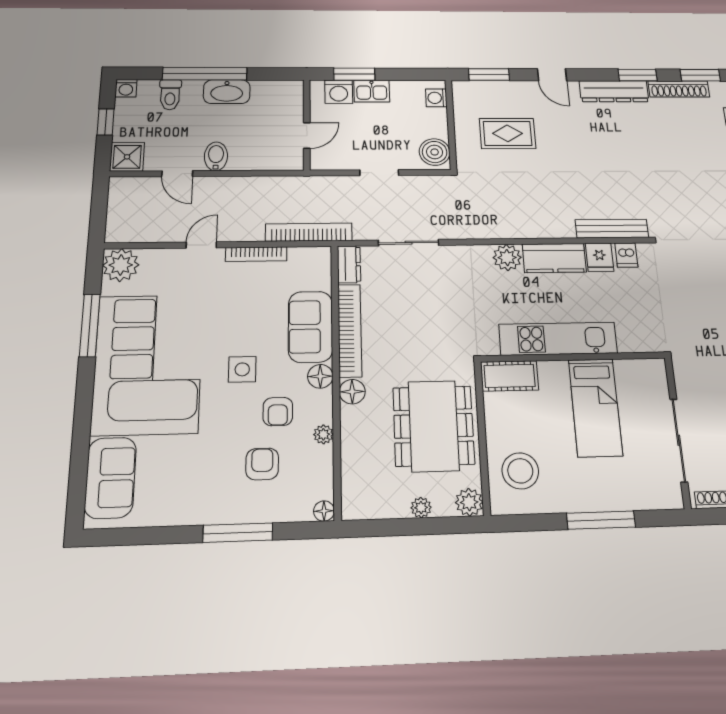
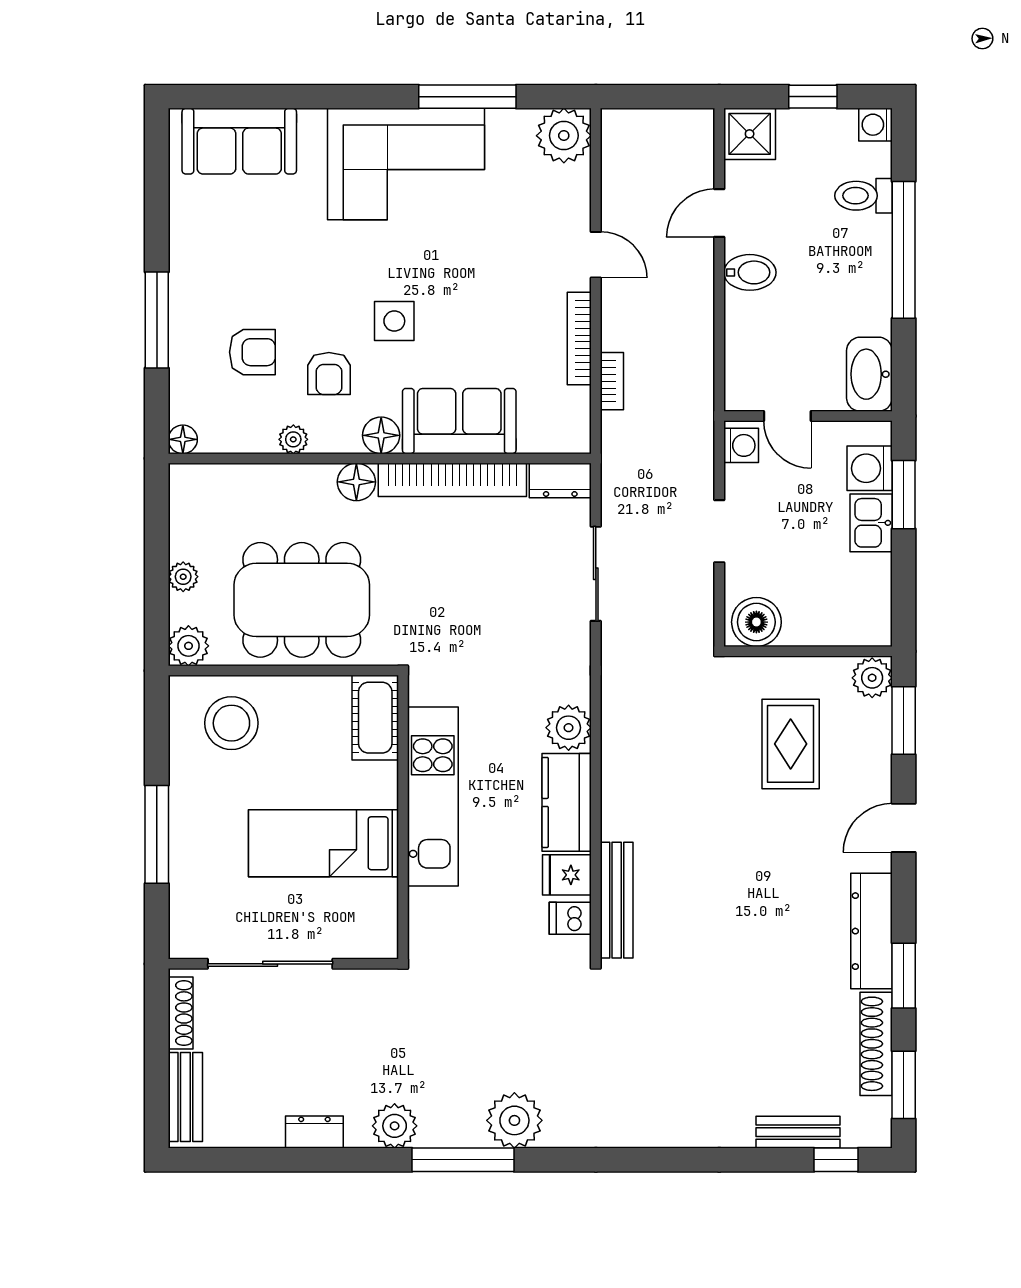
plant: (465, 91) -> (872, 678), added
washbasin: (227, 92) -> (869, 374), moved
washing machine: (436, 98) -> (741, 445), moved, turned 90
bookcase: (309, 232) -> (612, 381), width x0.43, depth x0.76
corner sofa: (148, 364) -> (406, 164), width x0.73, depth x0.74
armchair: (278, 412) -> (329, 374), turned -90

